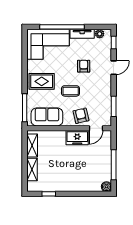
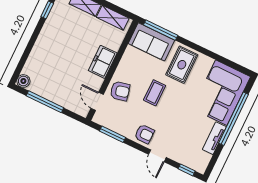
plant: (100, 34) -> (205, 159), removed
armchair: (84, 66) -> (144, 134), moved
sofa: (47, 117) -> (151, 42), moved, turned 90
freezer: (77, 138) -> (103, 62), moved

